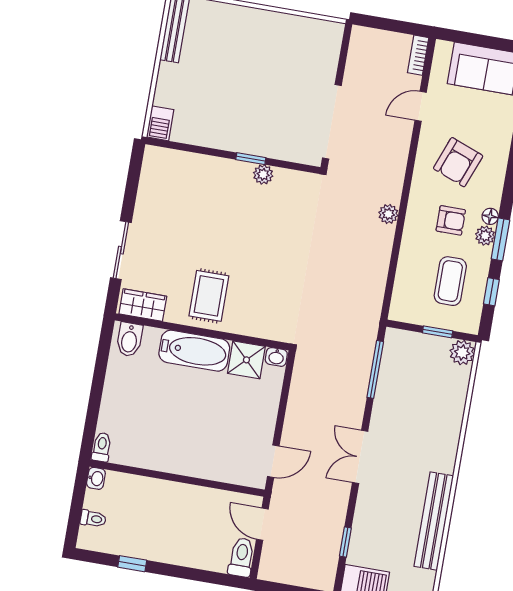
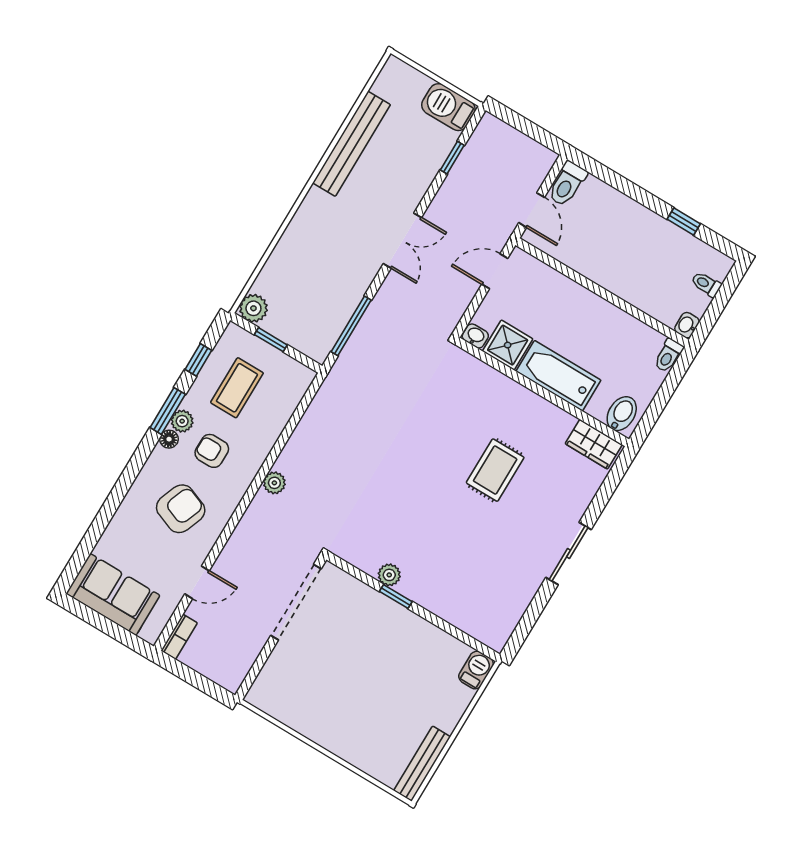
wardrobe: (143, 305) -> (594, 444), moved
wall: (202, 332) -> (542, 392), moved
bidet: (129, 340) -> (622, 414), moved
bathtub: (194, 351) -> (558, 376), moved
washbasin: (276, 357) -> (475, 336), moved
shower: (246, 360) -> (508, 345), moved

